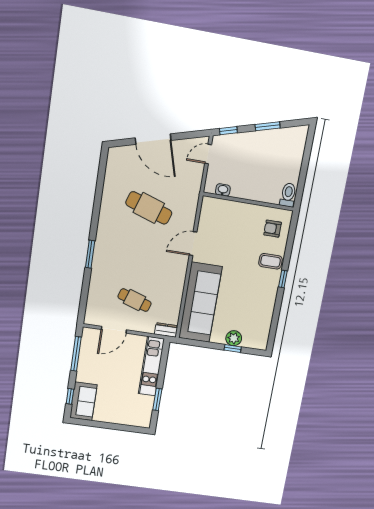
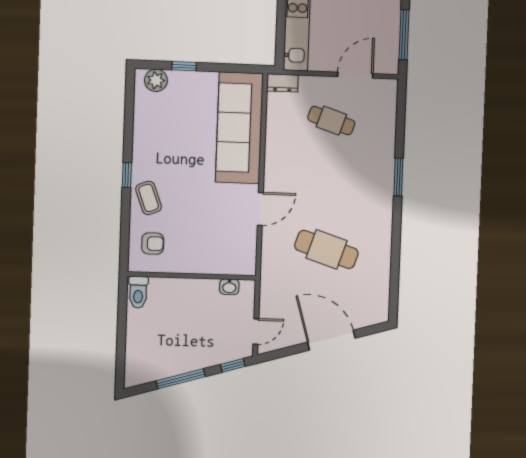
window: (268, 126) -> (181, 379), width x1.44
coffee table: (270, 261) -> (149, 198), turned 70
plant: (234, 338) -> (156, 80), moved

